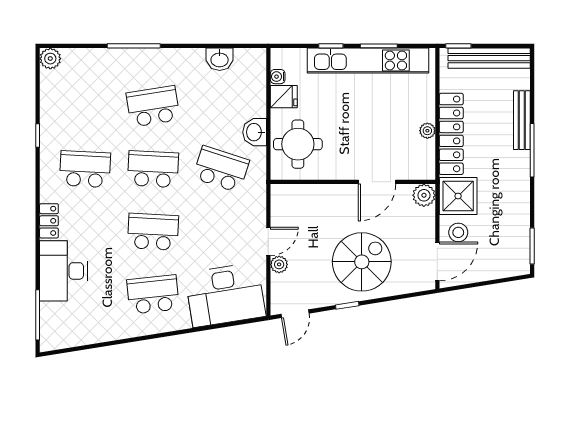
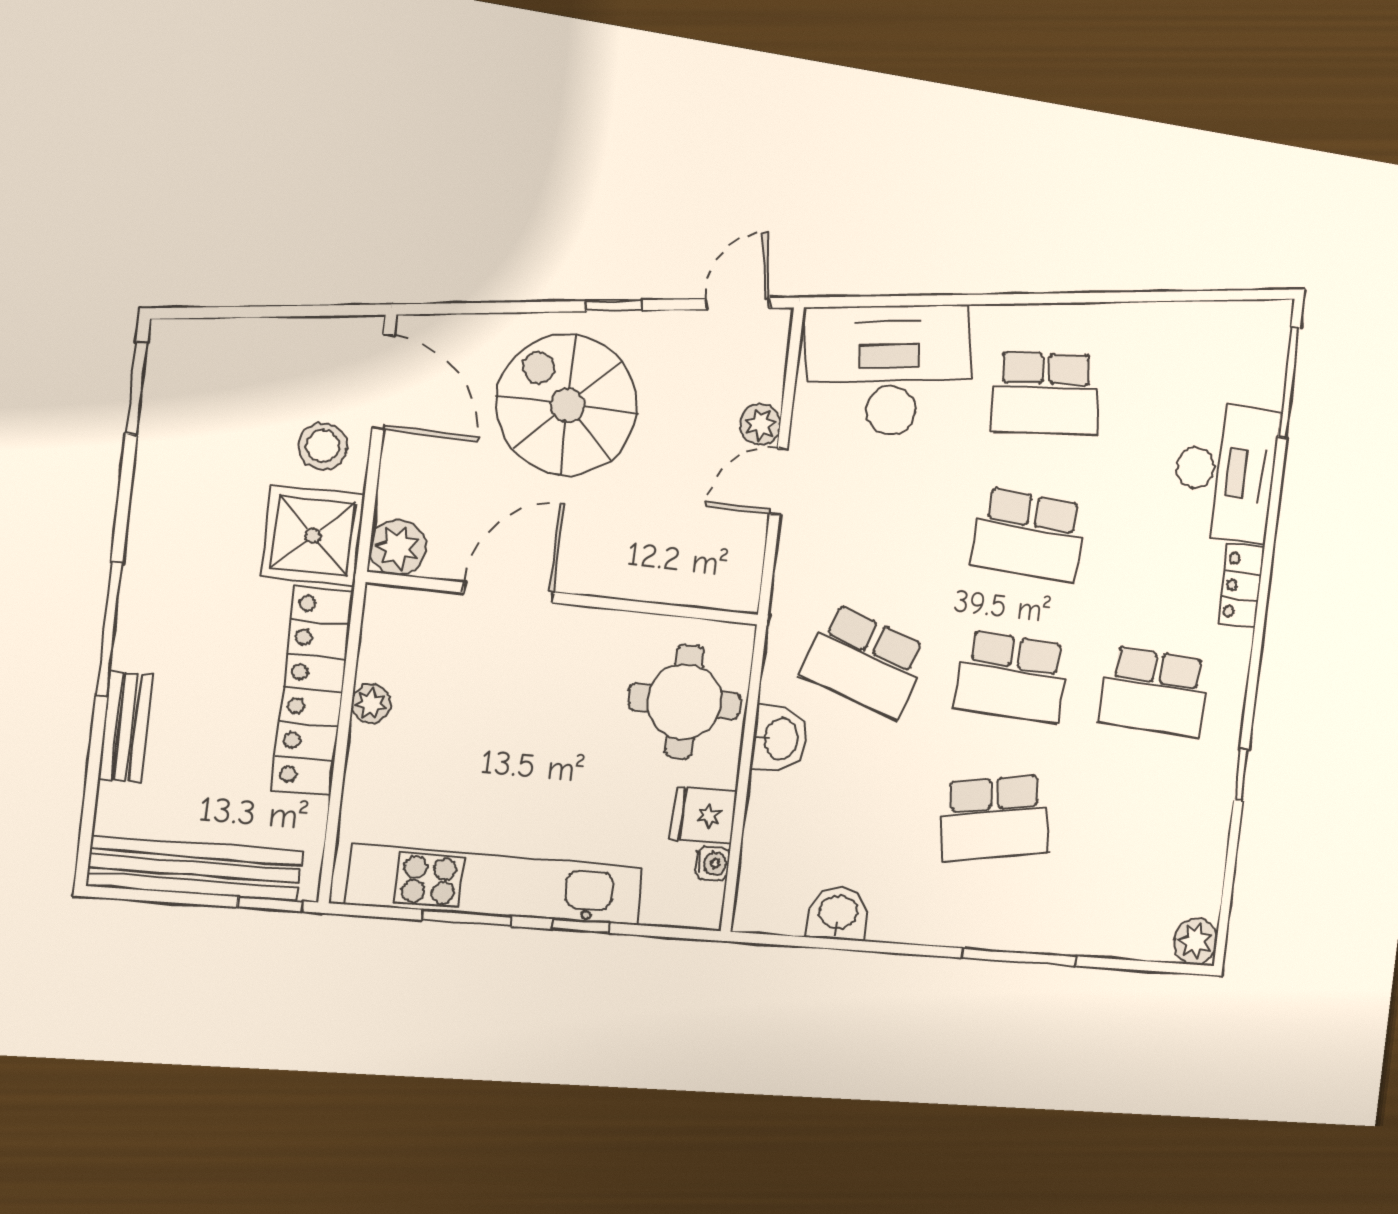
bench: (522, 120) -> (126, 727), width x0.73
door: (437, 261) -> (383, 382), swing flipped
spiral stairs: (362, 262) -> (567, 405), turned 90

